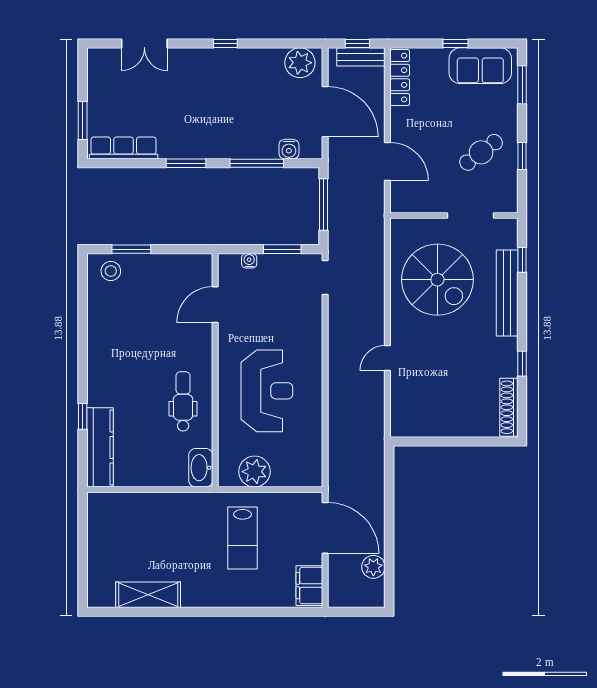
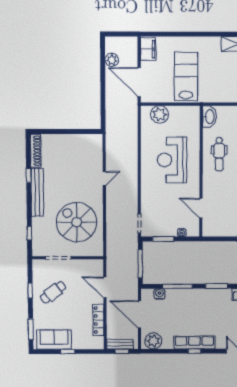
row of seats: (226, 60) -> (194, 343), added
locker: (400, 78) -> (98, 320), moved
bench: (507, 293) -> (37, 192), moved
door: (215, 305) -> (201, 208), swing flipped
plant: (254, 472) -> (159, 114), moved
lab bench: (243, 538) -> (186, 77), width x1.36, depth x1.39

